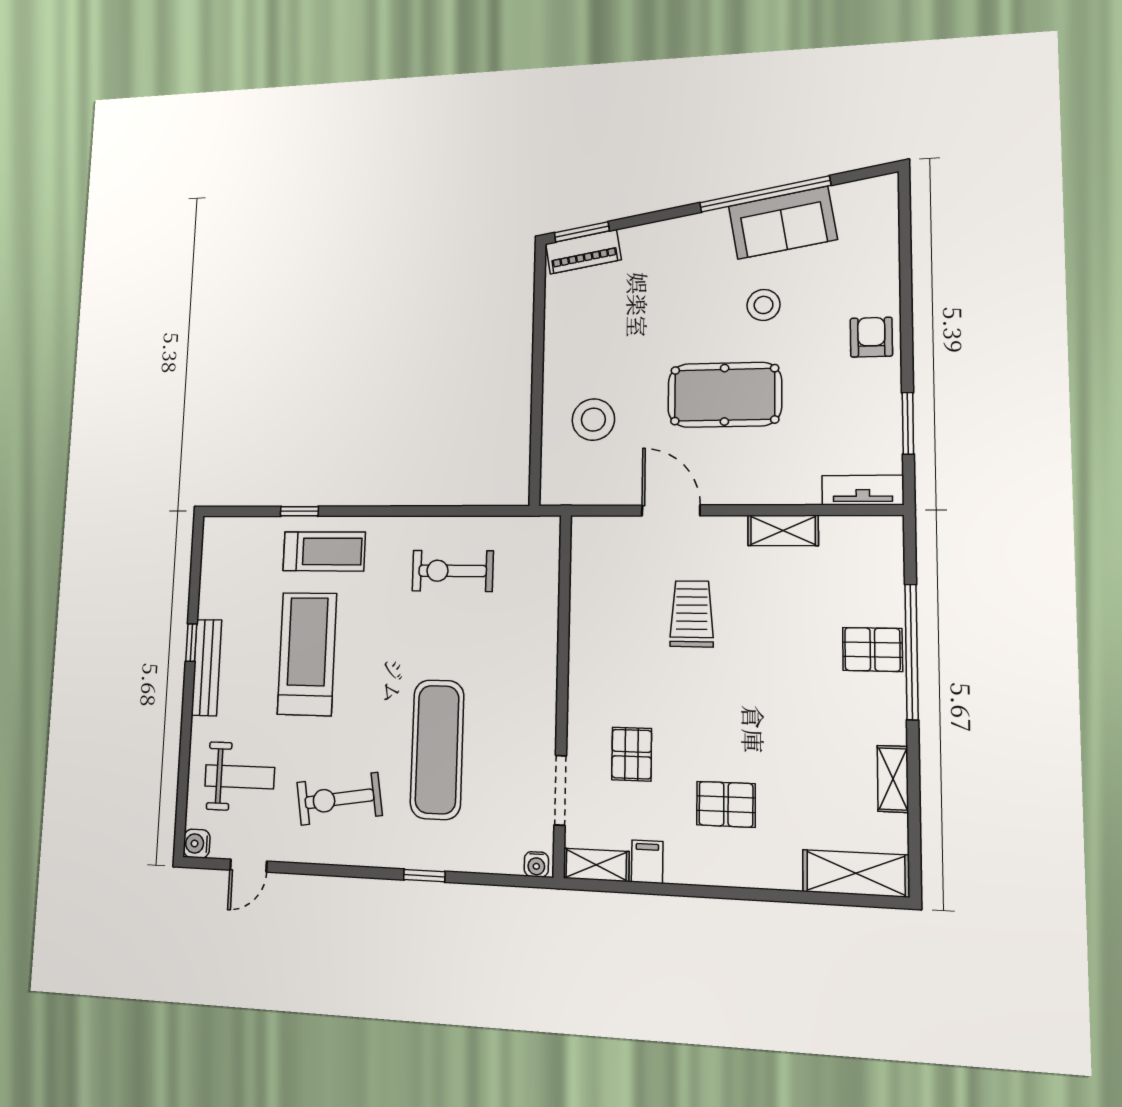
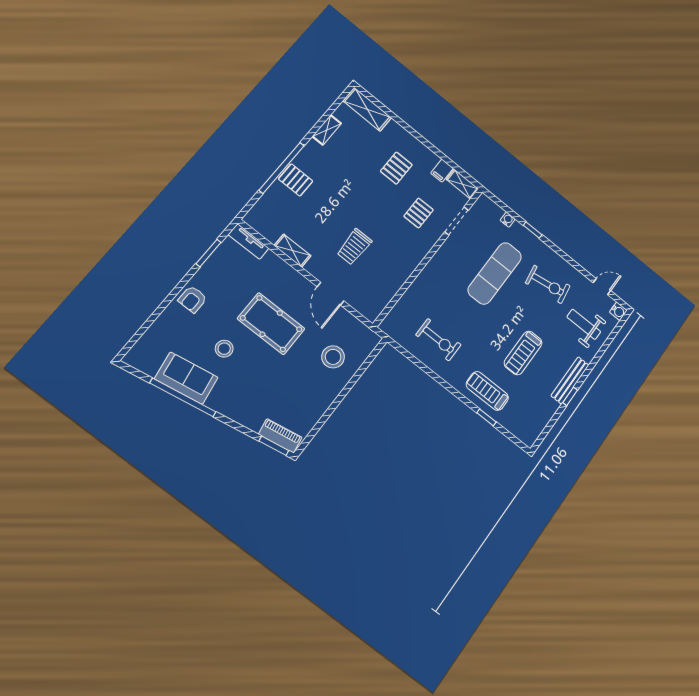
treadmill: (307, 654) -> (523, 353), width x0.73, depth x0.73
pallet: (726, 804) -> (396, 168), turned 90
water cooler: (536, 864) -> (508, 220), moved

